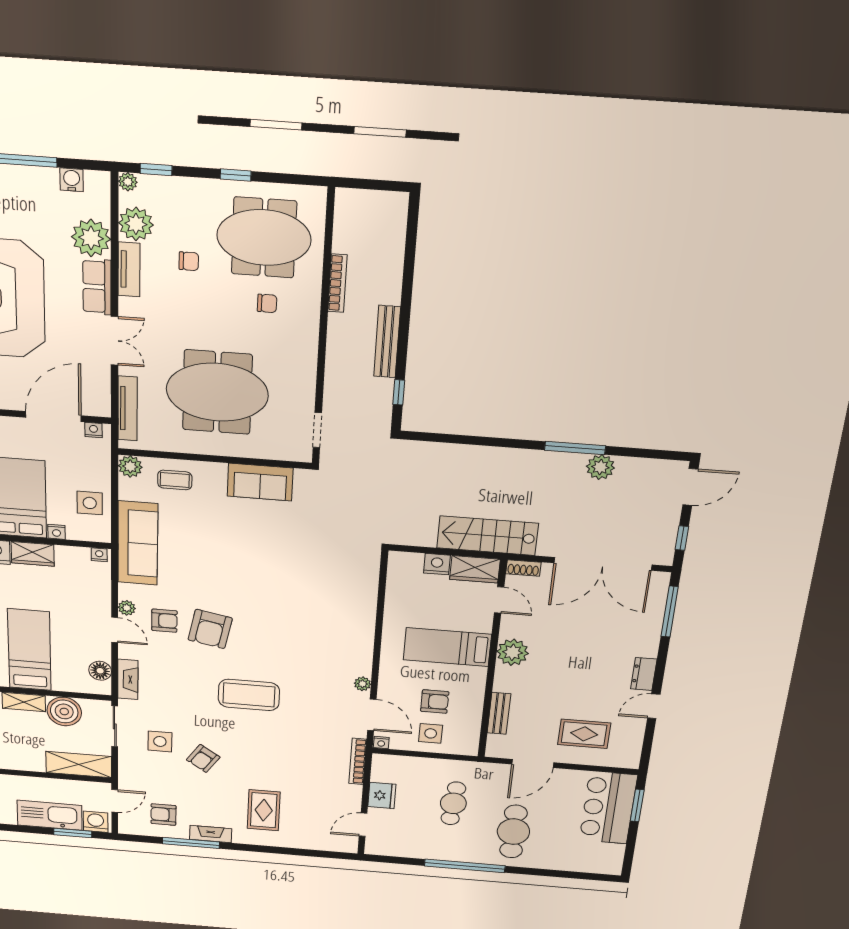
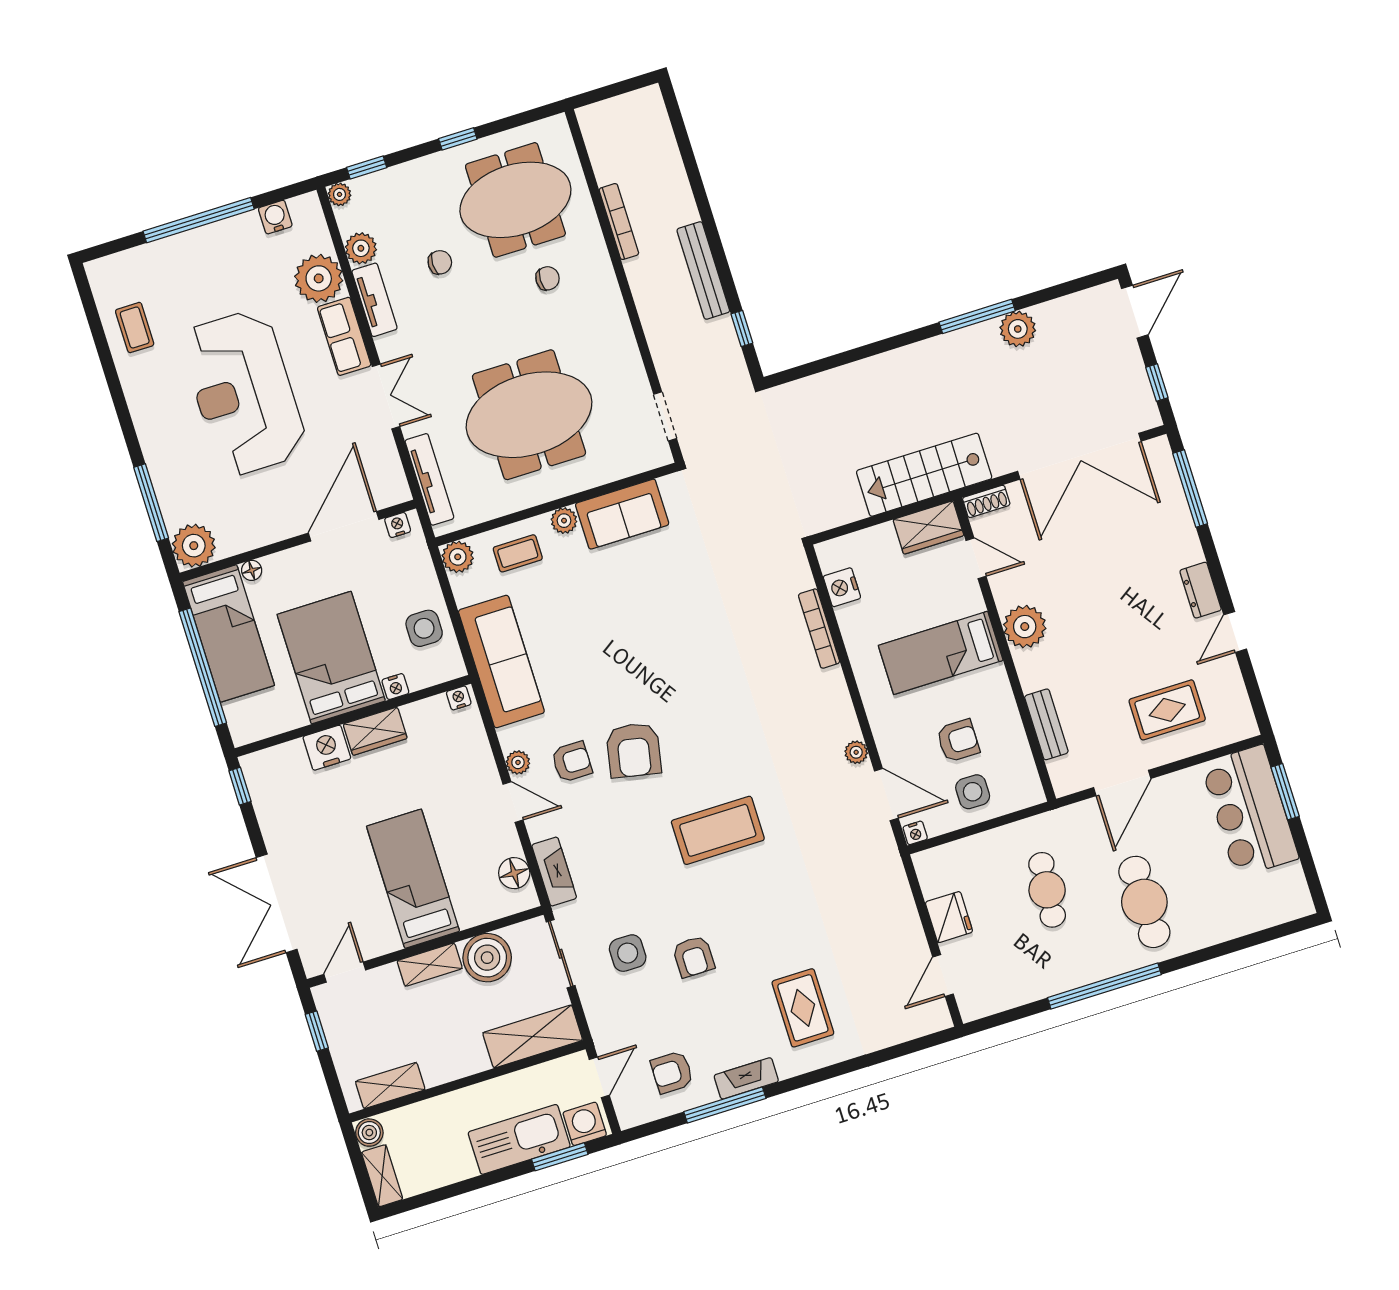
plant: (136, 224) -> (361, 248), width x0.73, depth x0.73
plant: (216, 471) -> (564, 521), added
nightstand: (437, 564) -> (842, 587), moved, turned -90
armchair: (203, 758) -> (694, 957), turned -34
bookcase: (358, 761) -> (819, 629), moved

